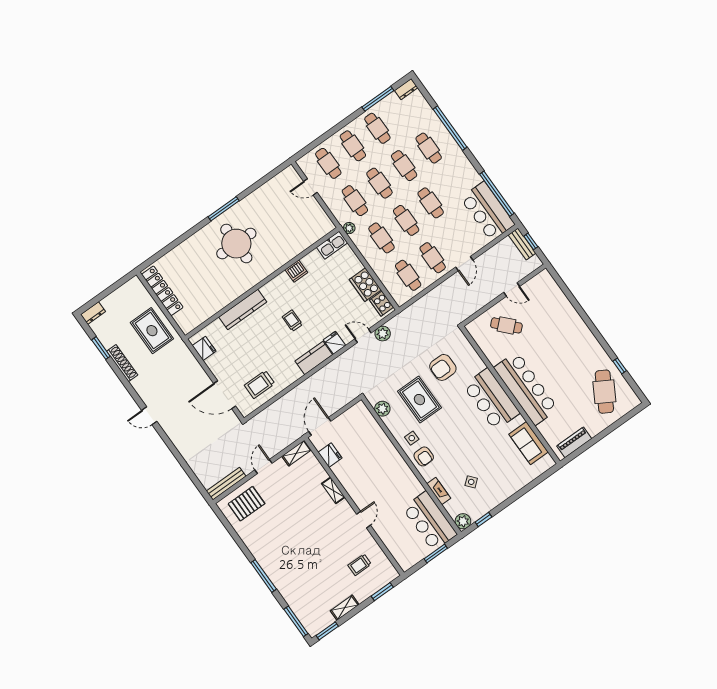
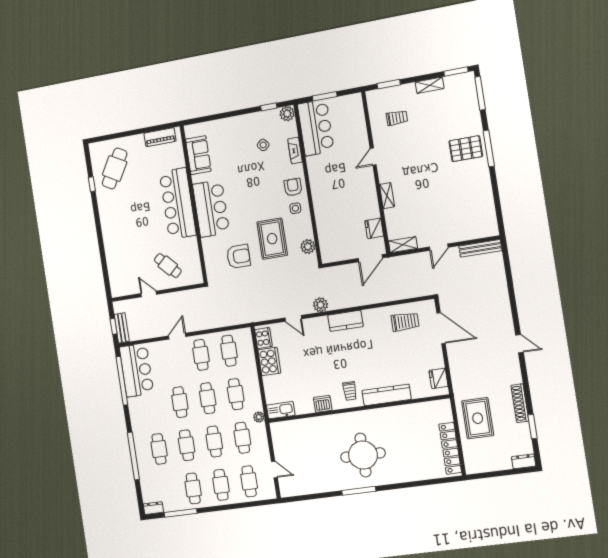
trolley: (292, 321) -> (350, 391), moved
plant: (383, 334) -> (320, 305), moved
fridge: (334, 343) -> (321, 325), removed
pallet: (247, 504) -> (466, 149), moved

